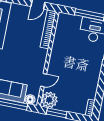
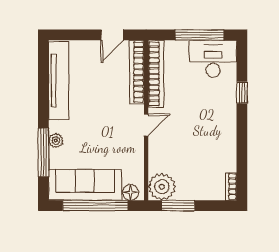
bookcase: (59, 33) -> (156, 74), added
door: (44, 80) -> (146, 125), moved

